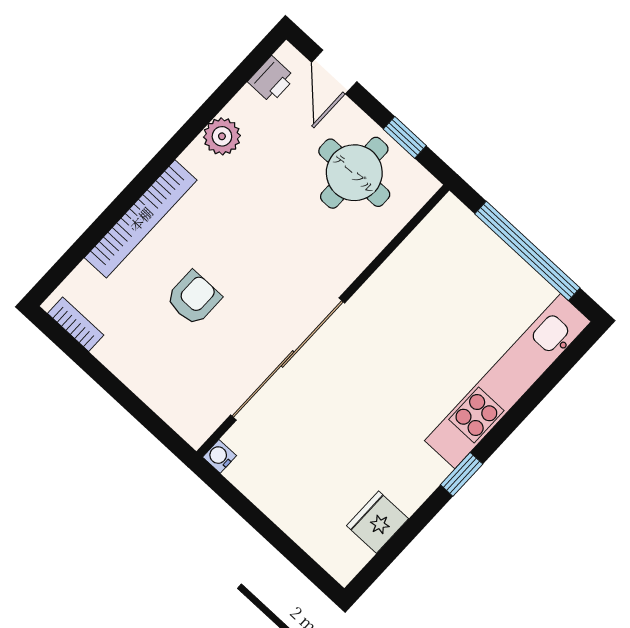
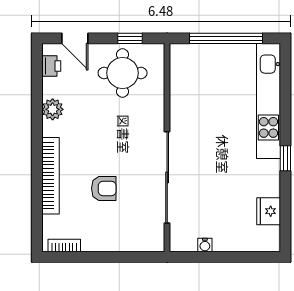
armchair: (194, 298) -> (104, 188), turned 90
water cooler: (220, 456) -> (205, 245), moved, turned -90

